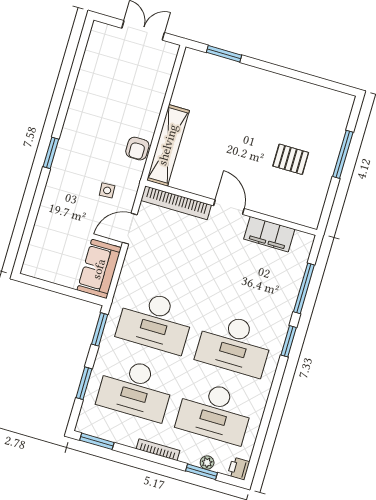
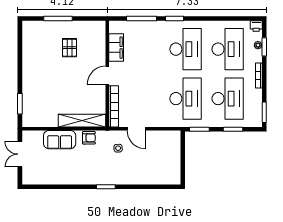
sofa: (99, 269) -> (60, 140), moved

